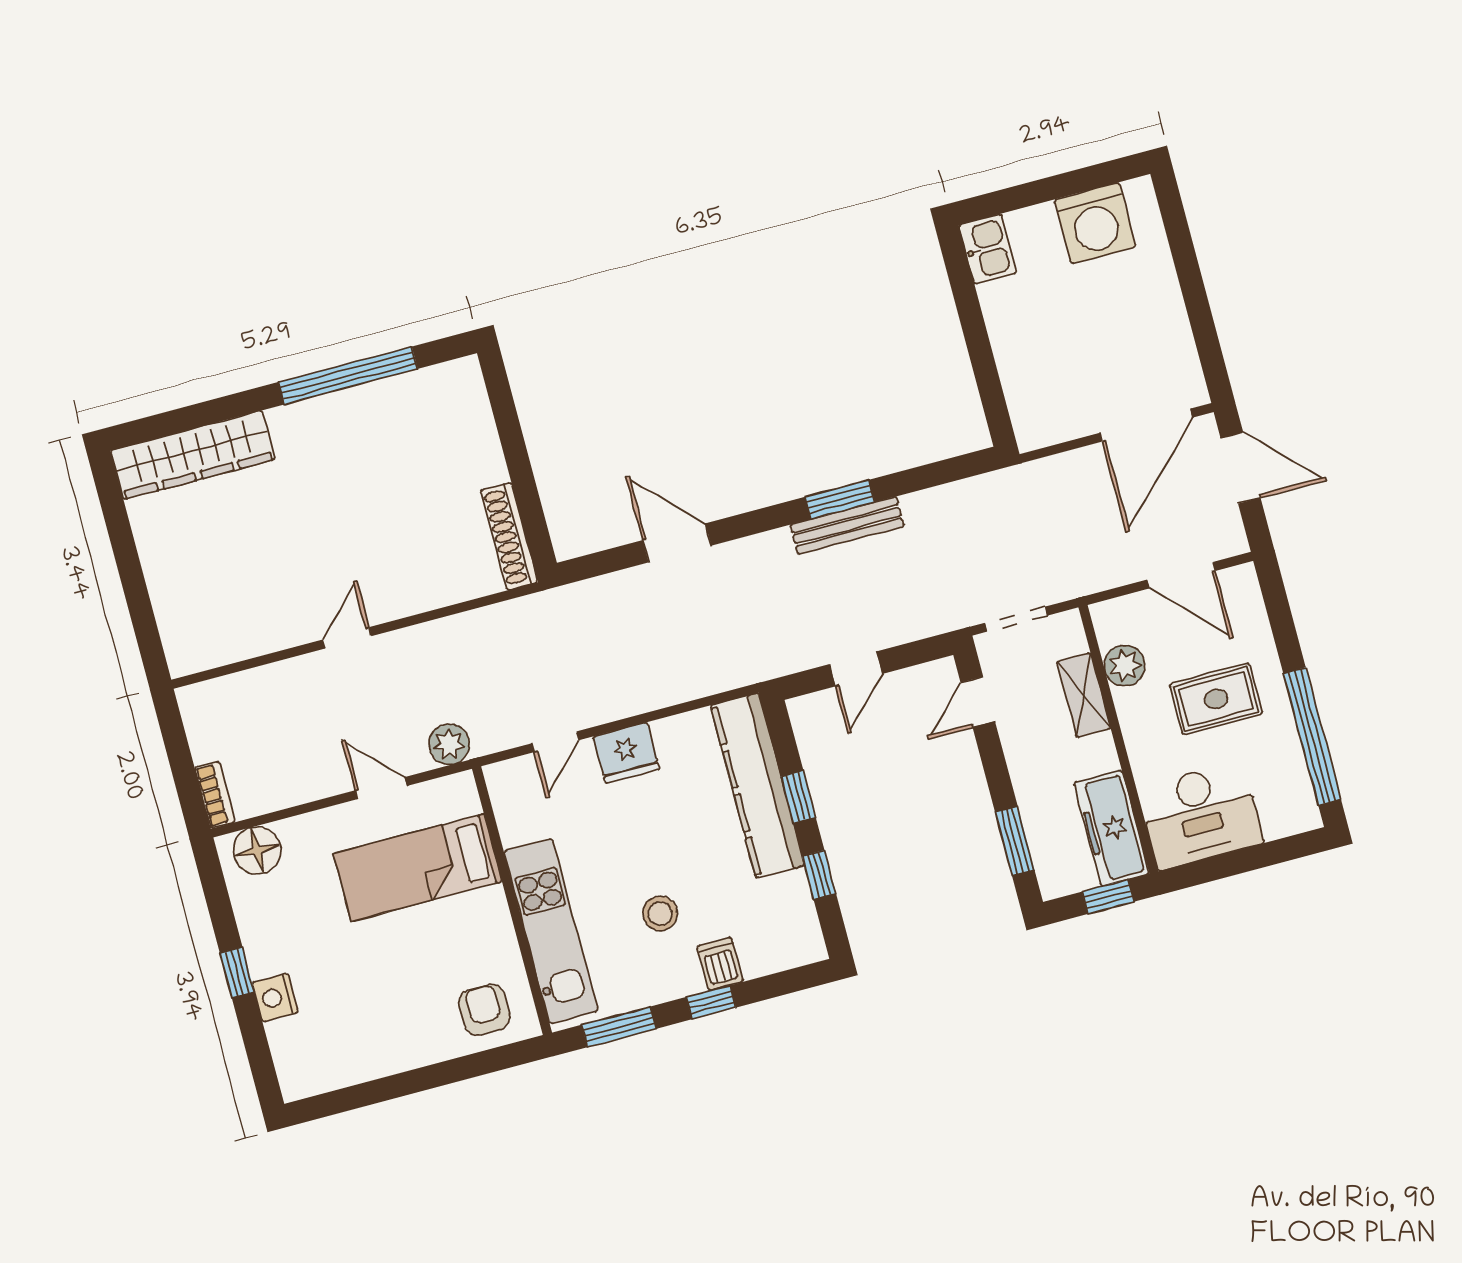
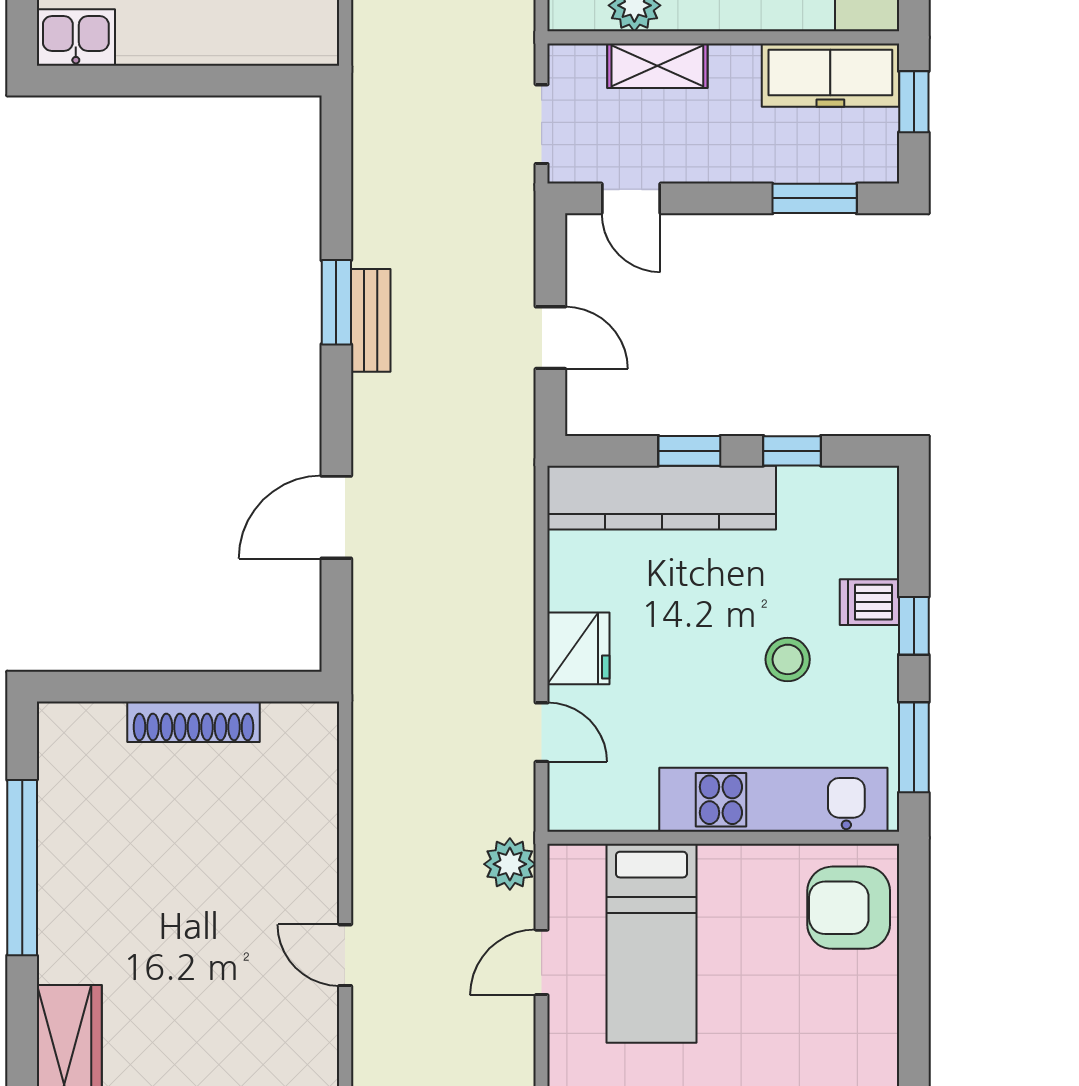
bench: (847, 526) -> (371, 320), width x0.73
shoe rack: (509, 536) -> (194, 722), moved
armchair: (484, 1010) -> (849, 908), width x1.38, depth x1.38

